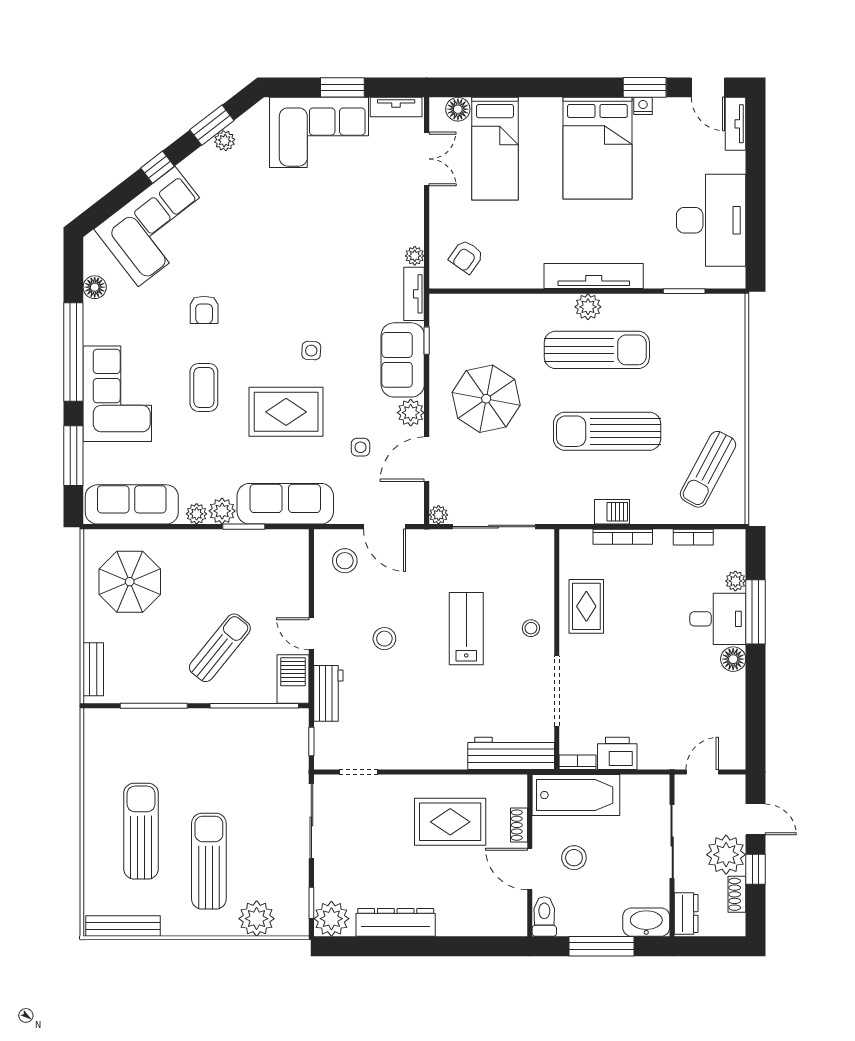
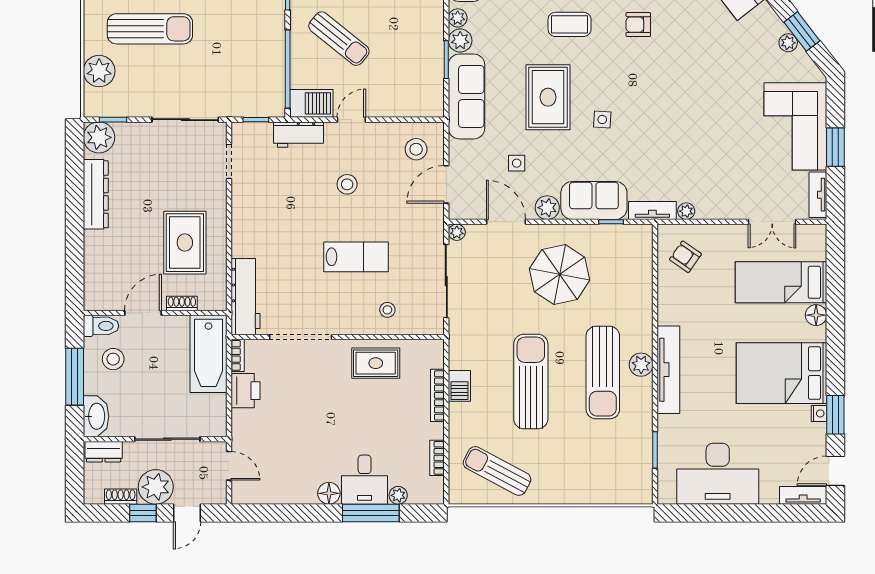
floor lamp: (458, 109) -> (816, 315), moved
stool: (531, 628) -> (387, 310), moved
stool: (574, 858) -> (113, 359), moved

